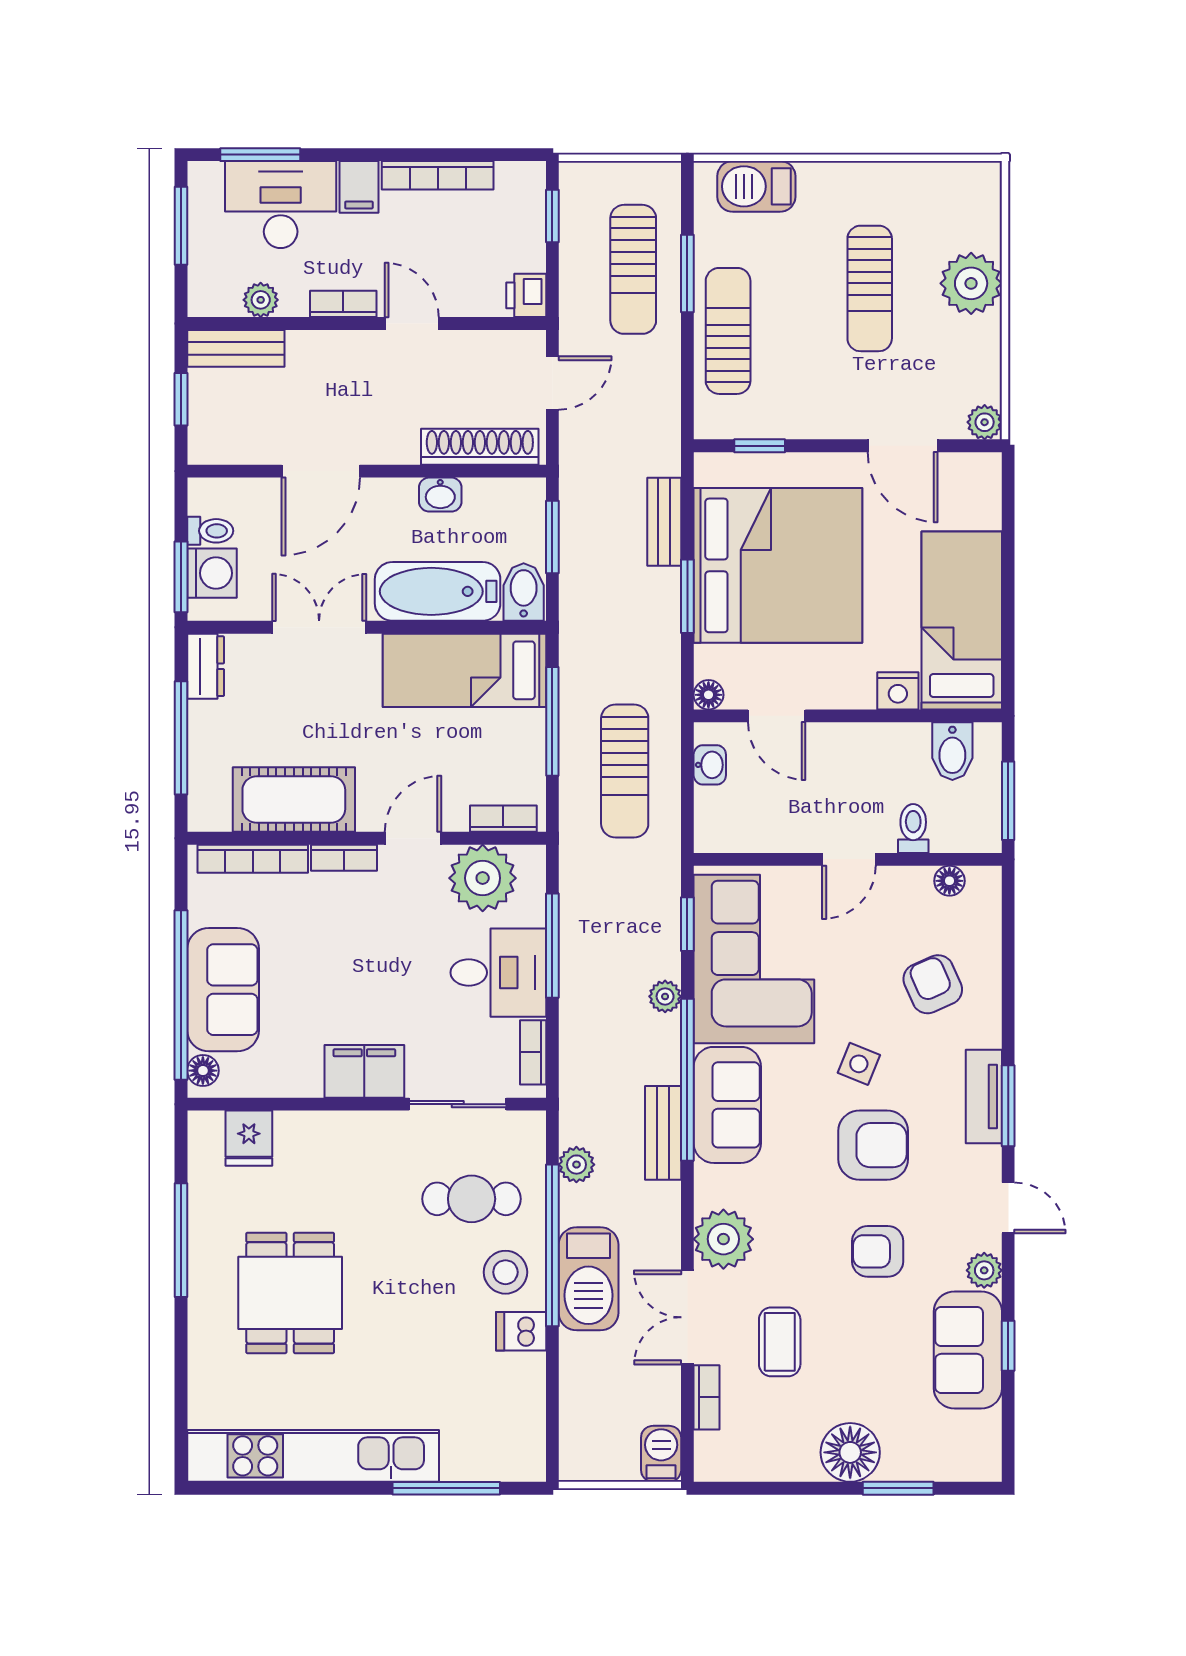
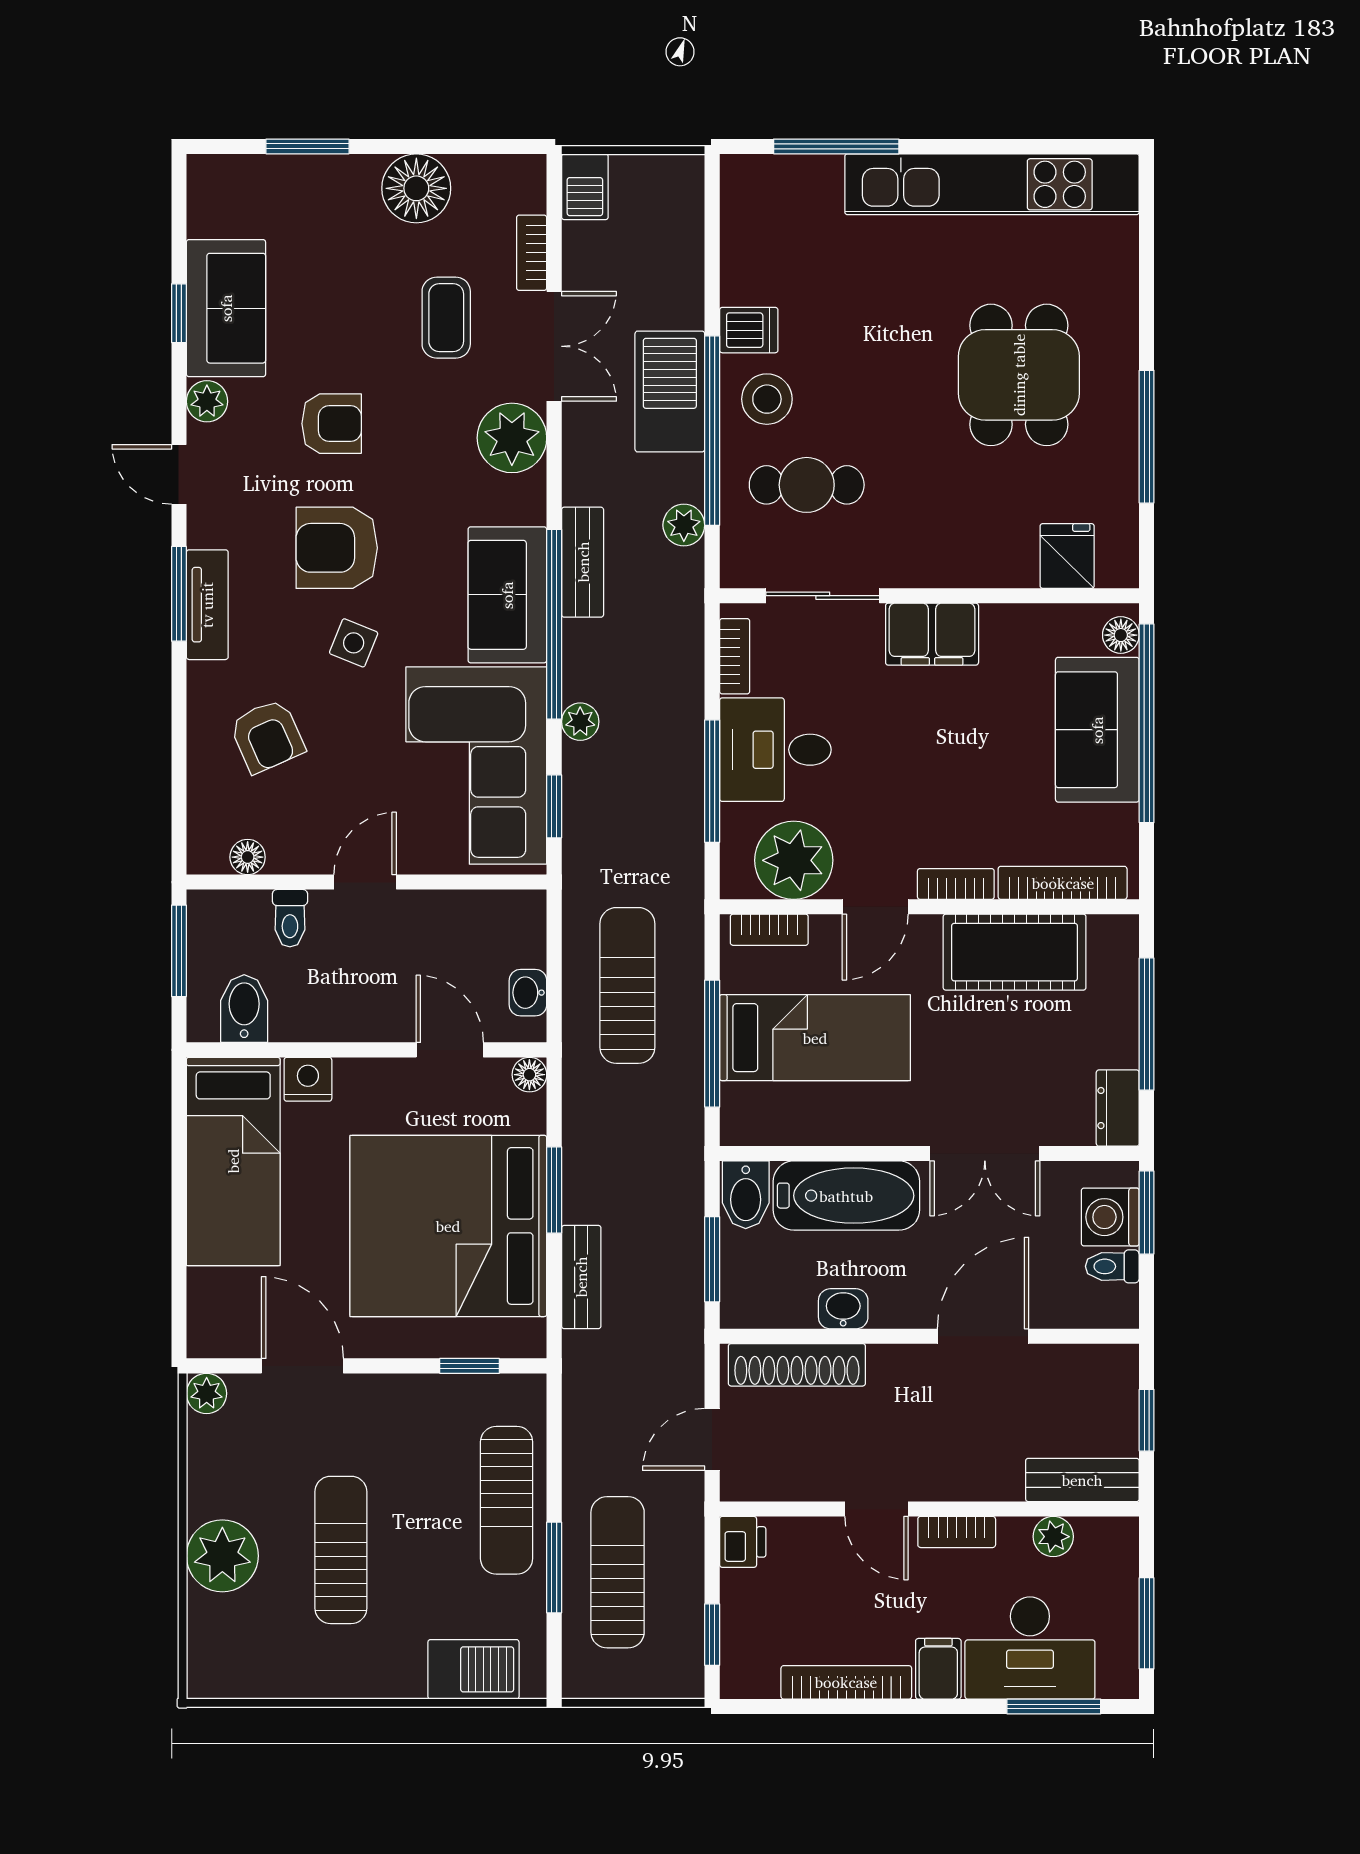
bed: (464, 670) -> (815, 1038), moved
floor lamp: (850, 1452) -> (416, 188), moved

